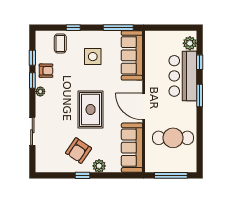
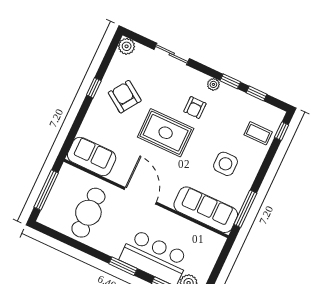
window: (73, 28) -> (282, 131), moved
armchair: (46, 71) -> (195, 108), moved
door: (144, 107) -> (140, 196), hinge flipped
sofa: (132, 148) -> (92, 156), width x0.73
plant: (99, 166) -> (127, 46), moved

